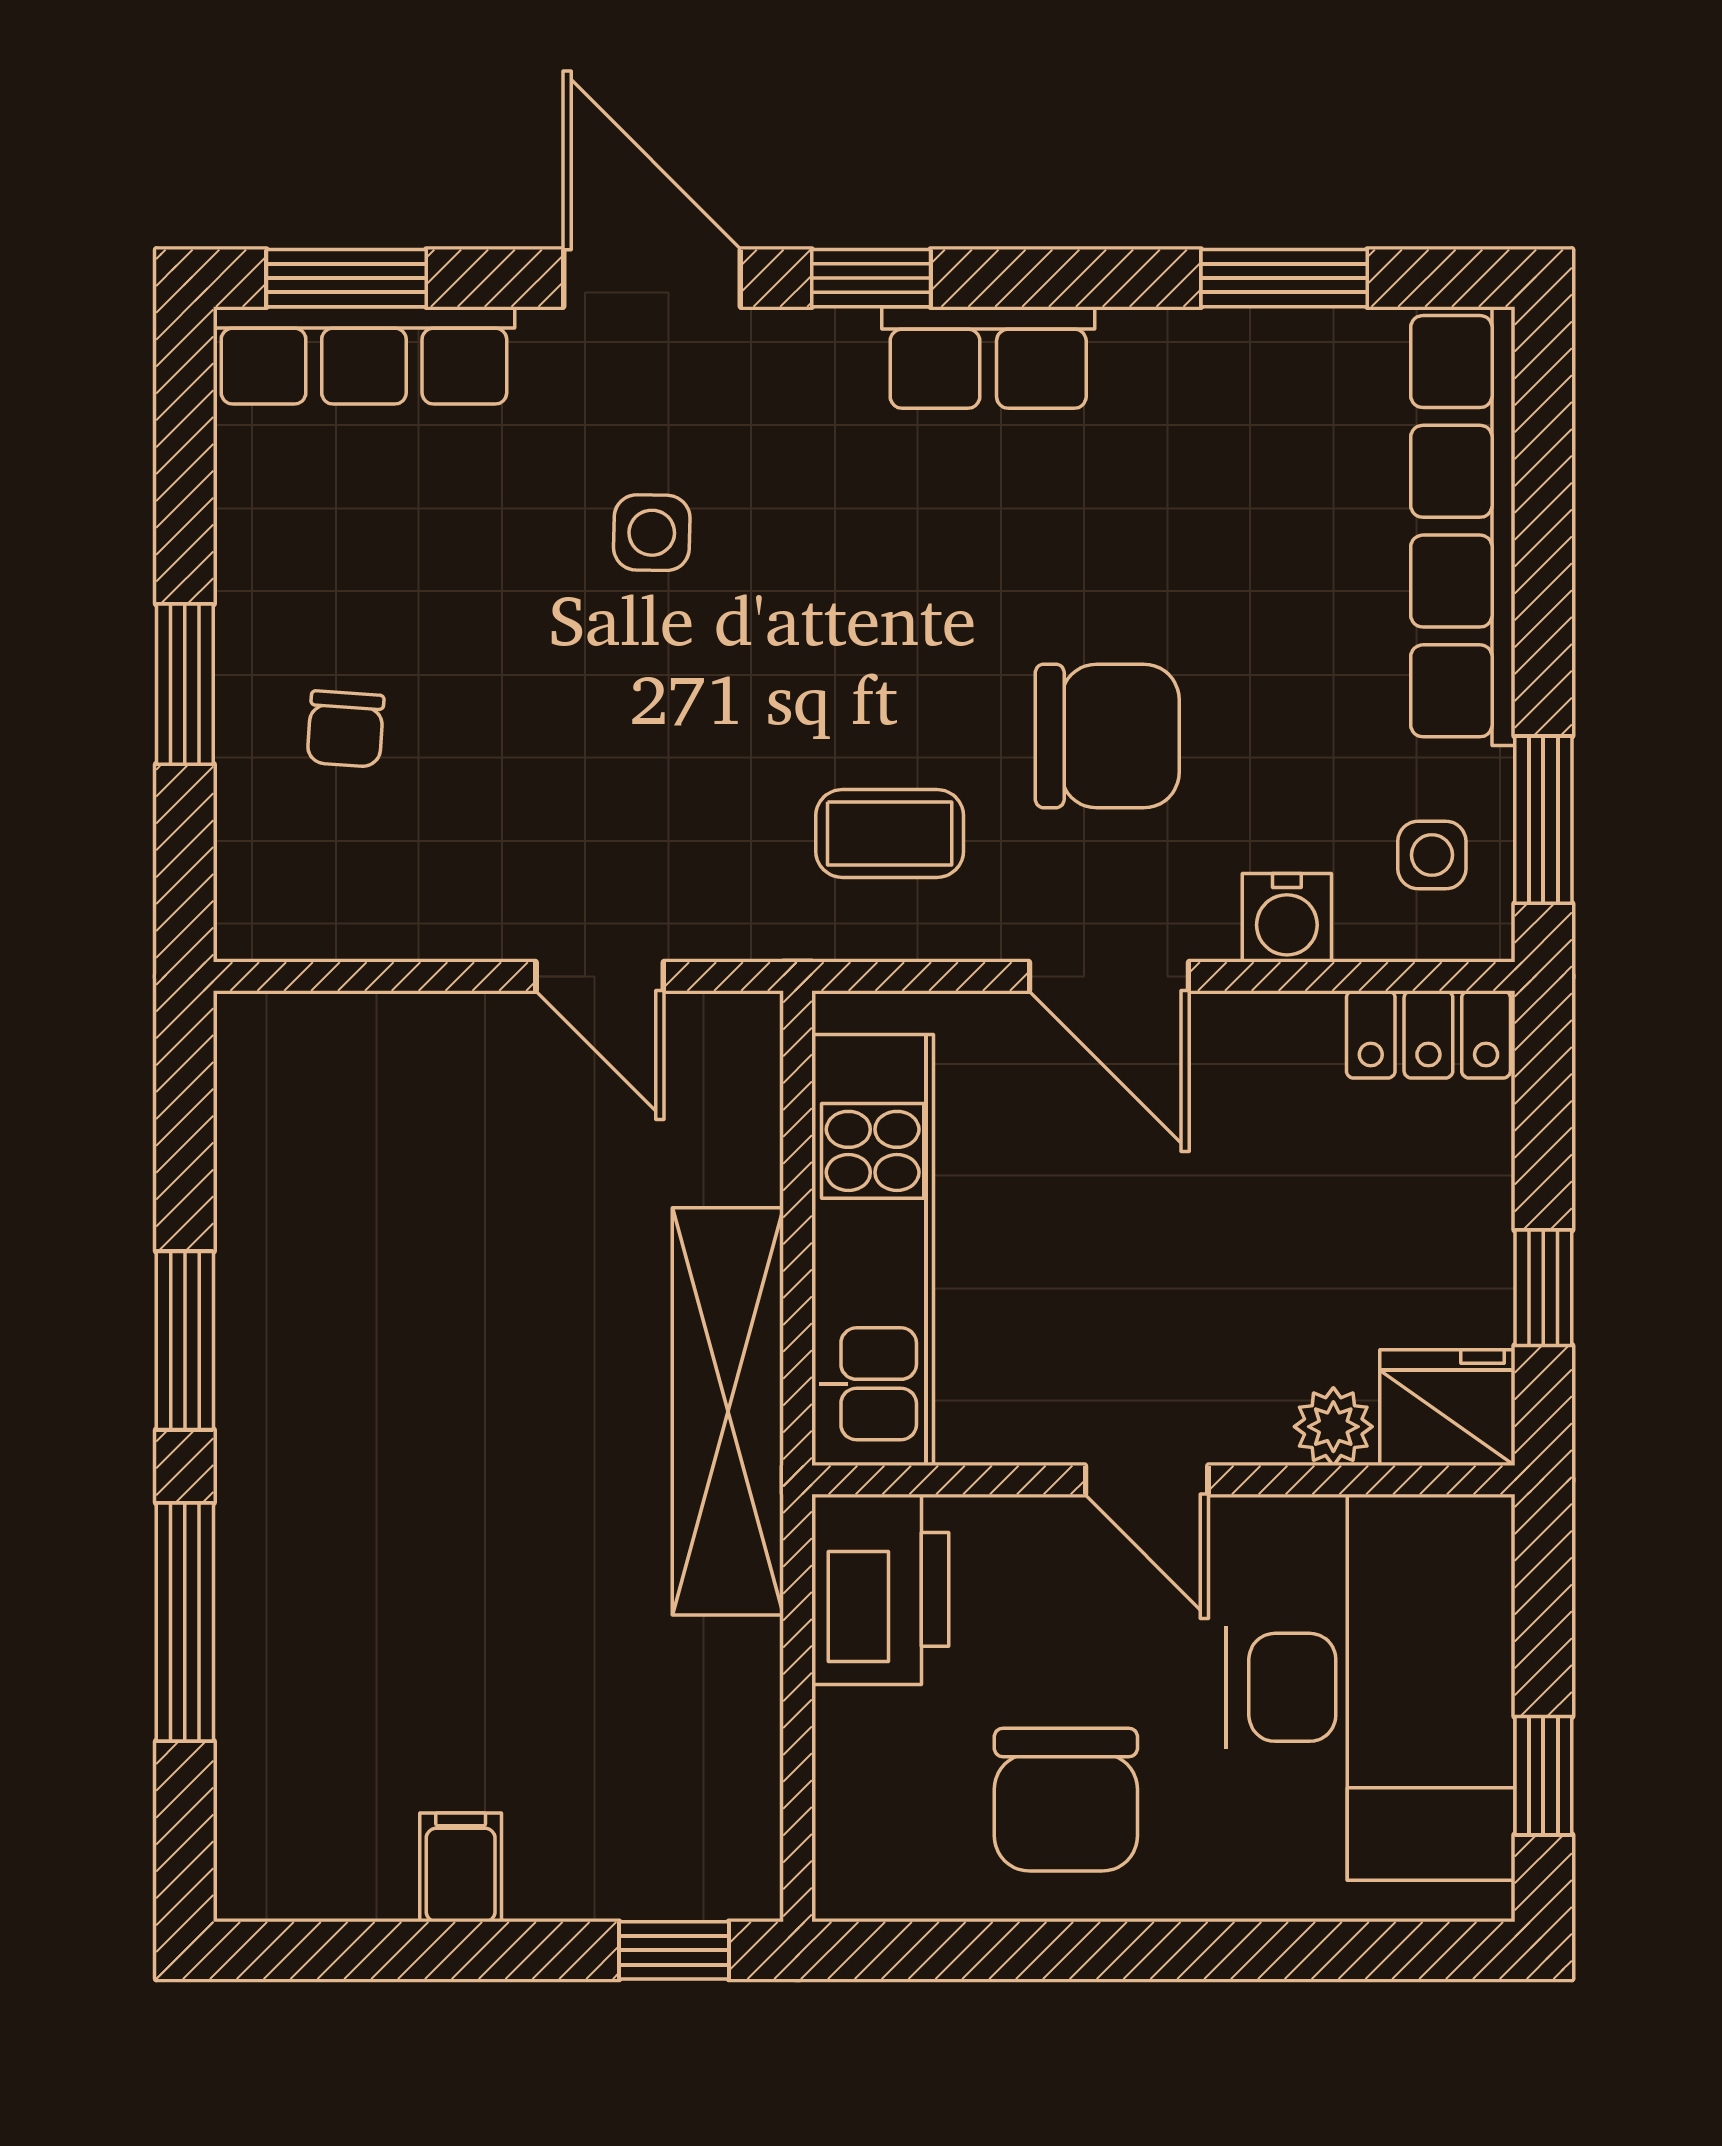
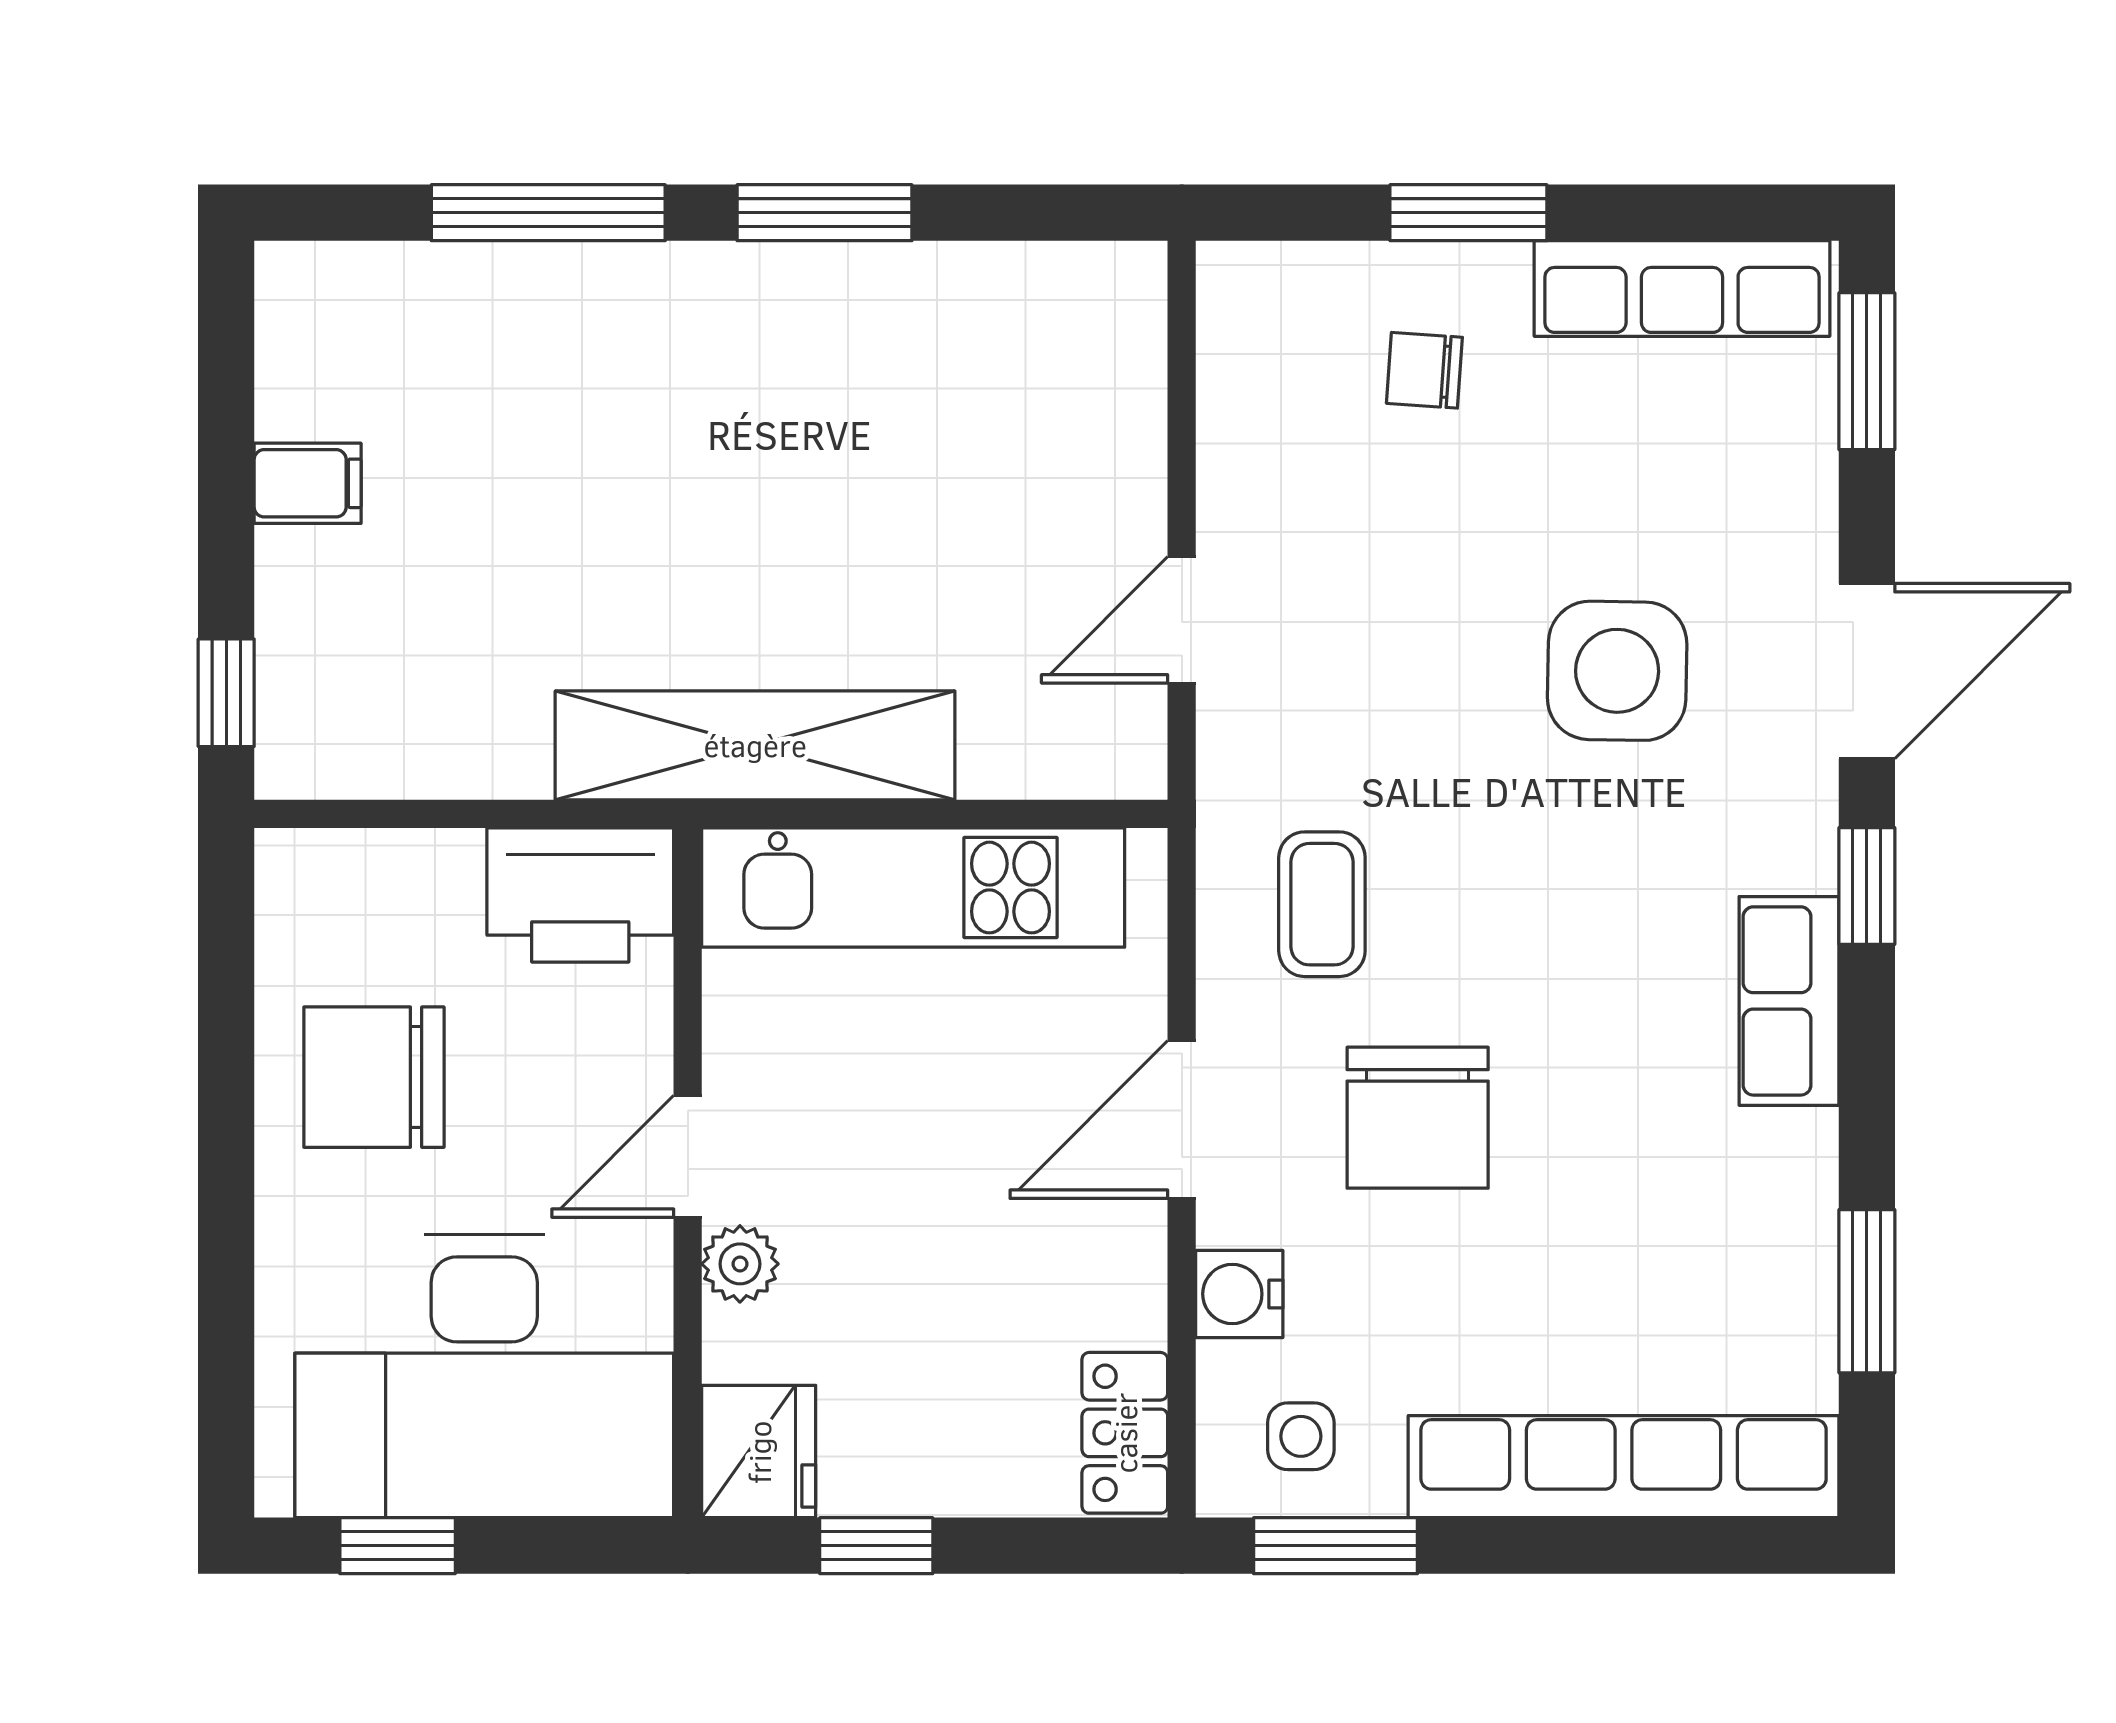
row of seats: (364, 355) -> (1682, 288), moved, turned -90
side table: (652, 533) -> (1617, 671), width x1.87, depth x1.87
plant: (1333, 1427) -> (740, 1264), moved

